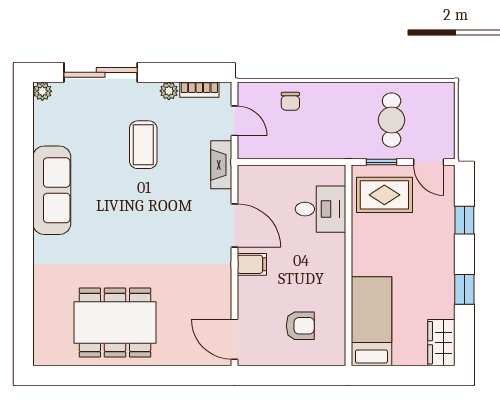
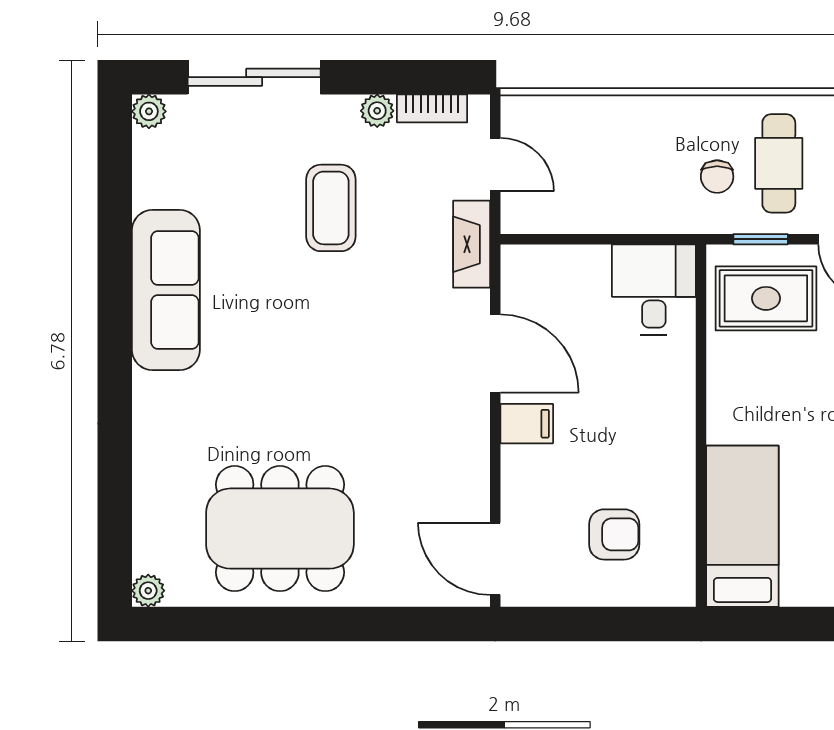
chair: (290, 101) -> (717, 177), moved
desk: (320, 209) -> (654, 290), moved, turned -90
plant: (42, 357) -> (148, 591), added

